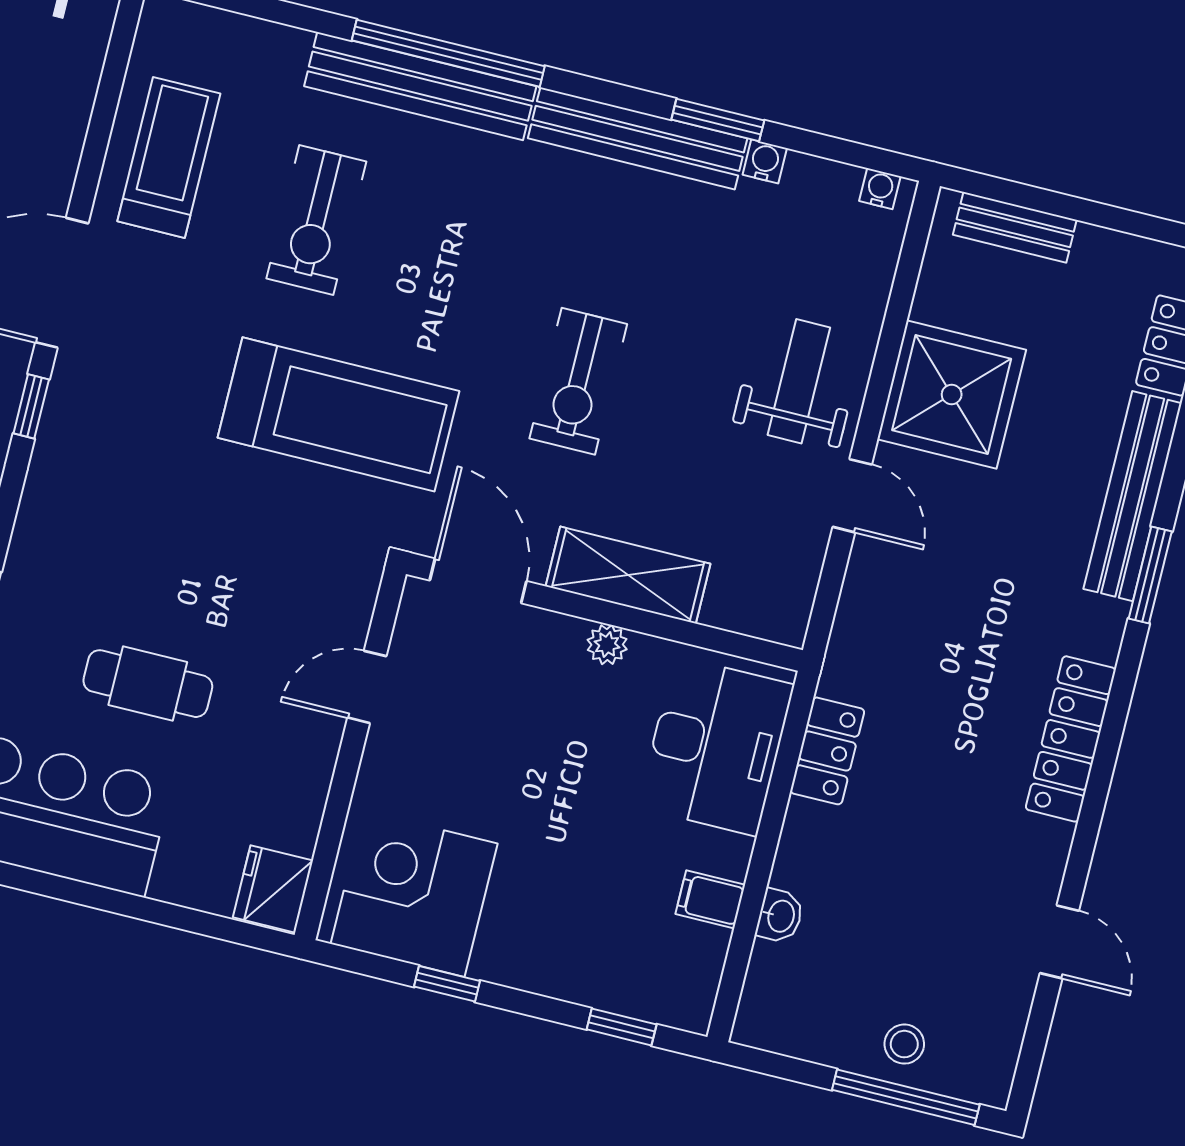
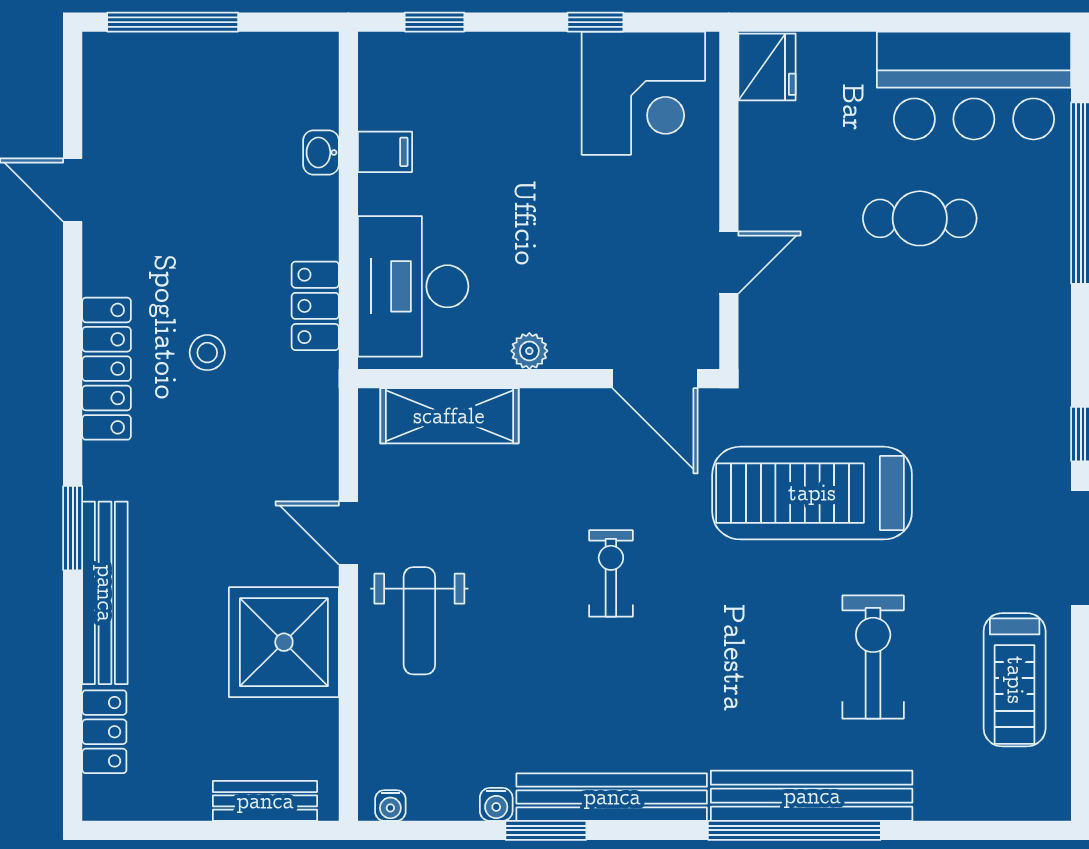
exercise bike: (578, 381) -> (611, 573), width x0.73, depth x0.72
shelving: (628, 575) -> (449, 416), moved
stool: (904, 1044) -> (207, 353), moved

